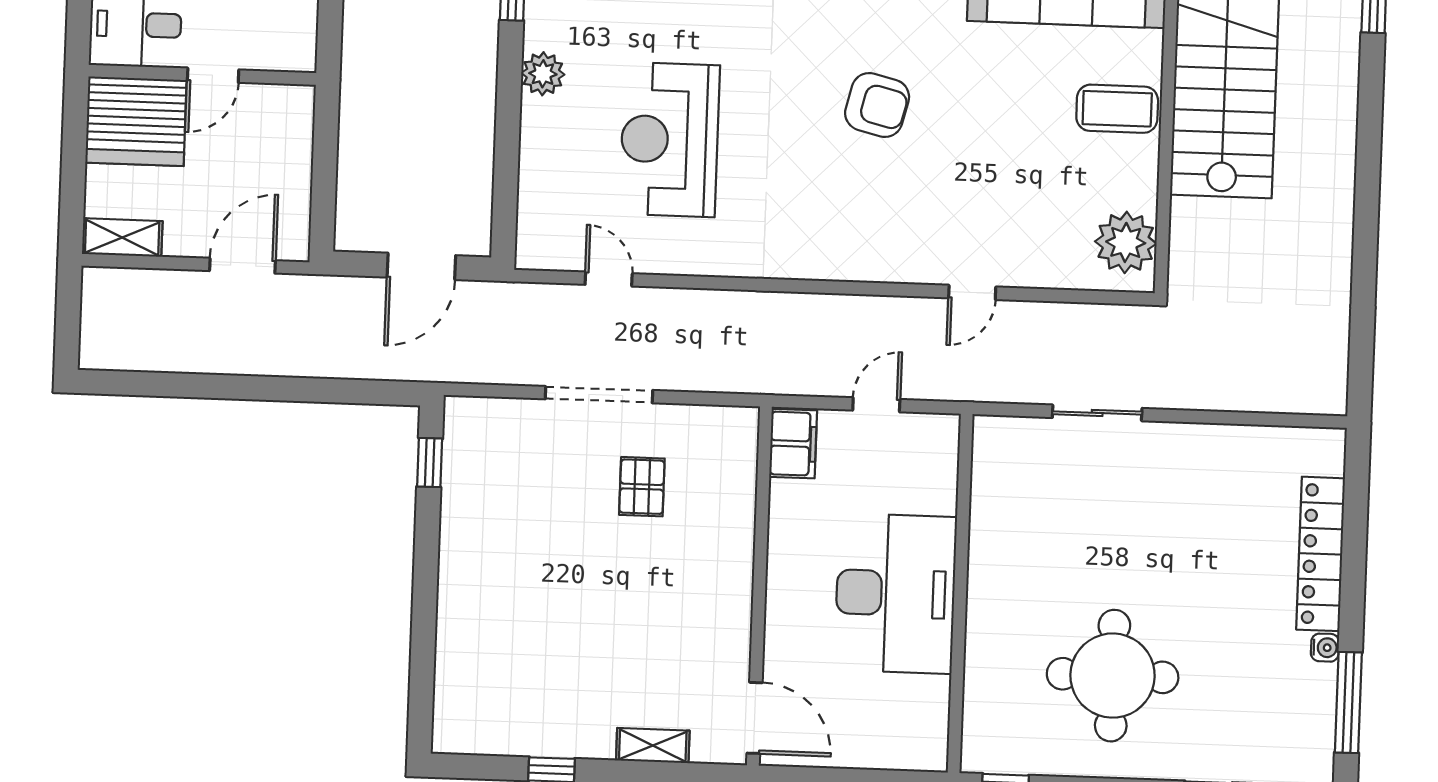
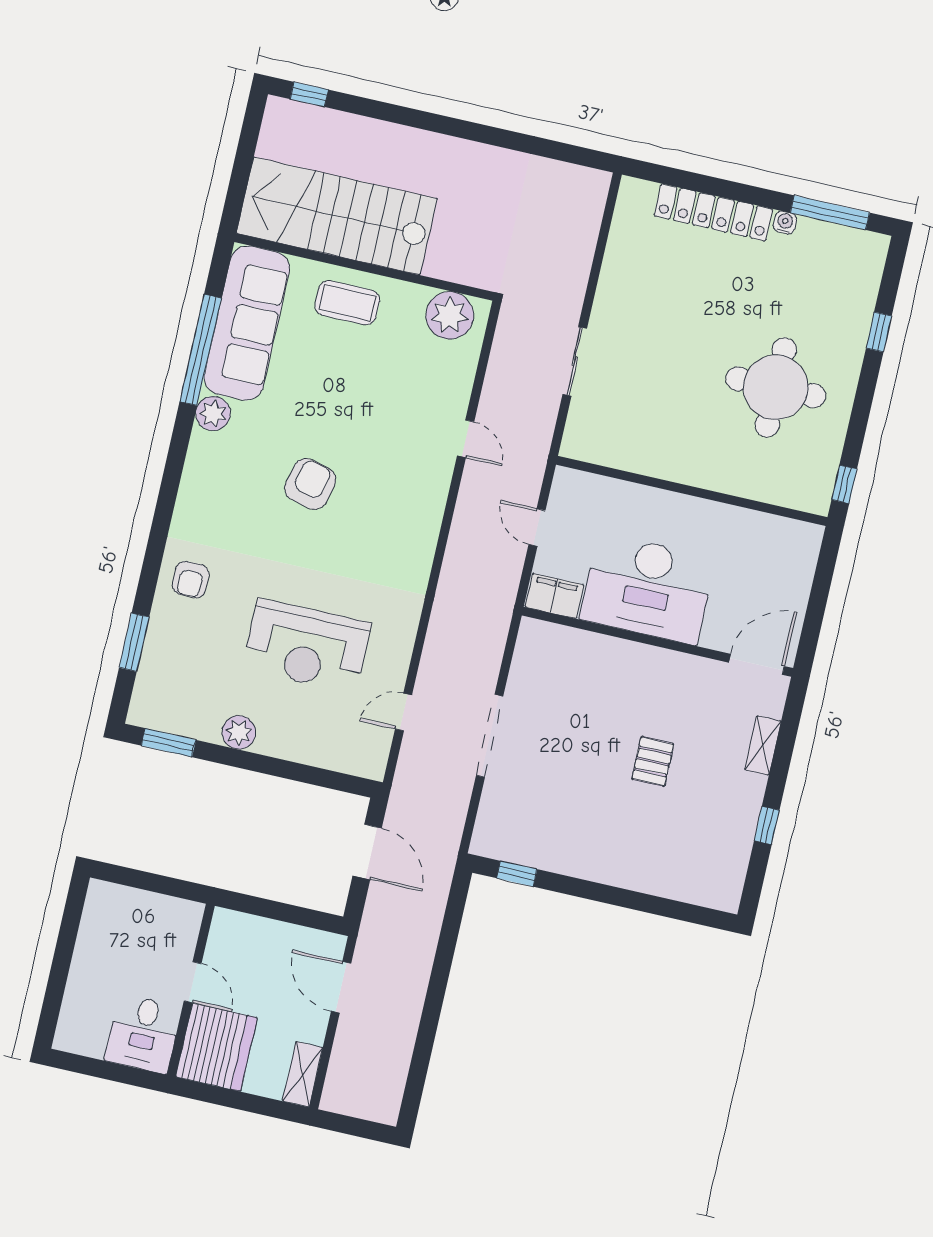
coffee table: (1117, 109) -> (347, 303), turned 90
pallet: (642, 487) -> (653, 761), moved, turned 90
desk: (895, 593) -> (648, 588), moved, turned 180

